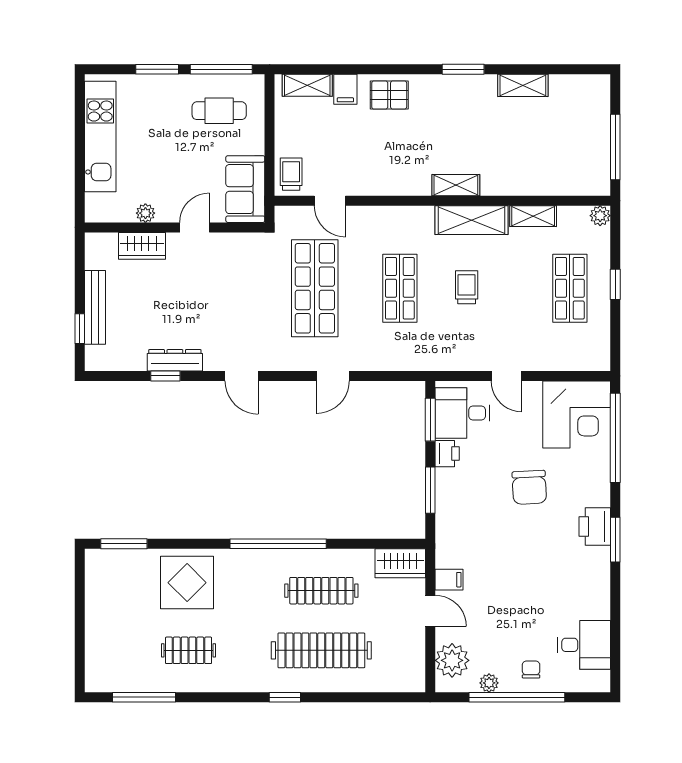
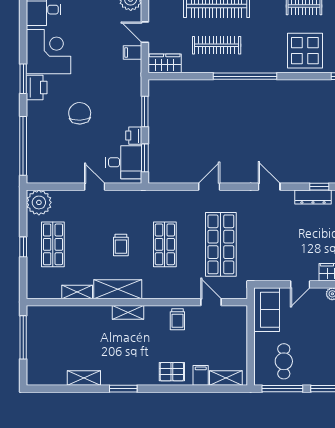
cafe table: (219, 111) -> (284, 361), turned 90
trolley: (291, 174) -> (177, 319), moved
plant: (600, 216) -> (39, 202), moved, width x1.87, depth x1.87
corner desk: (577, 414) -> (49, 52), moved, turned 90

